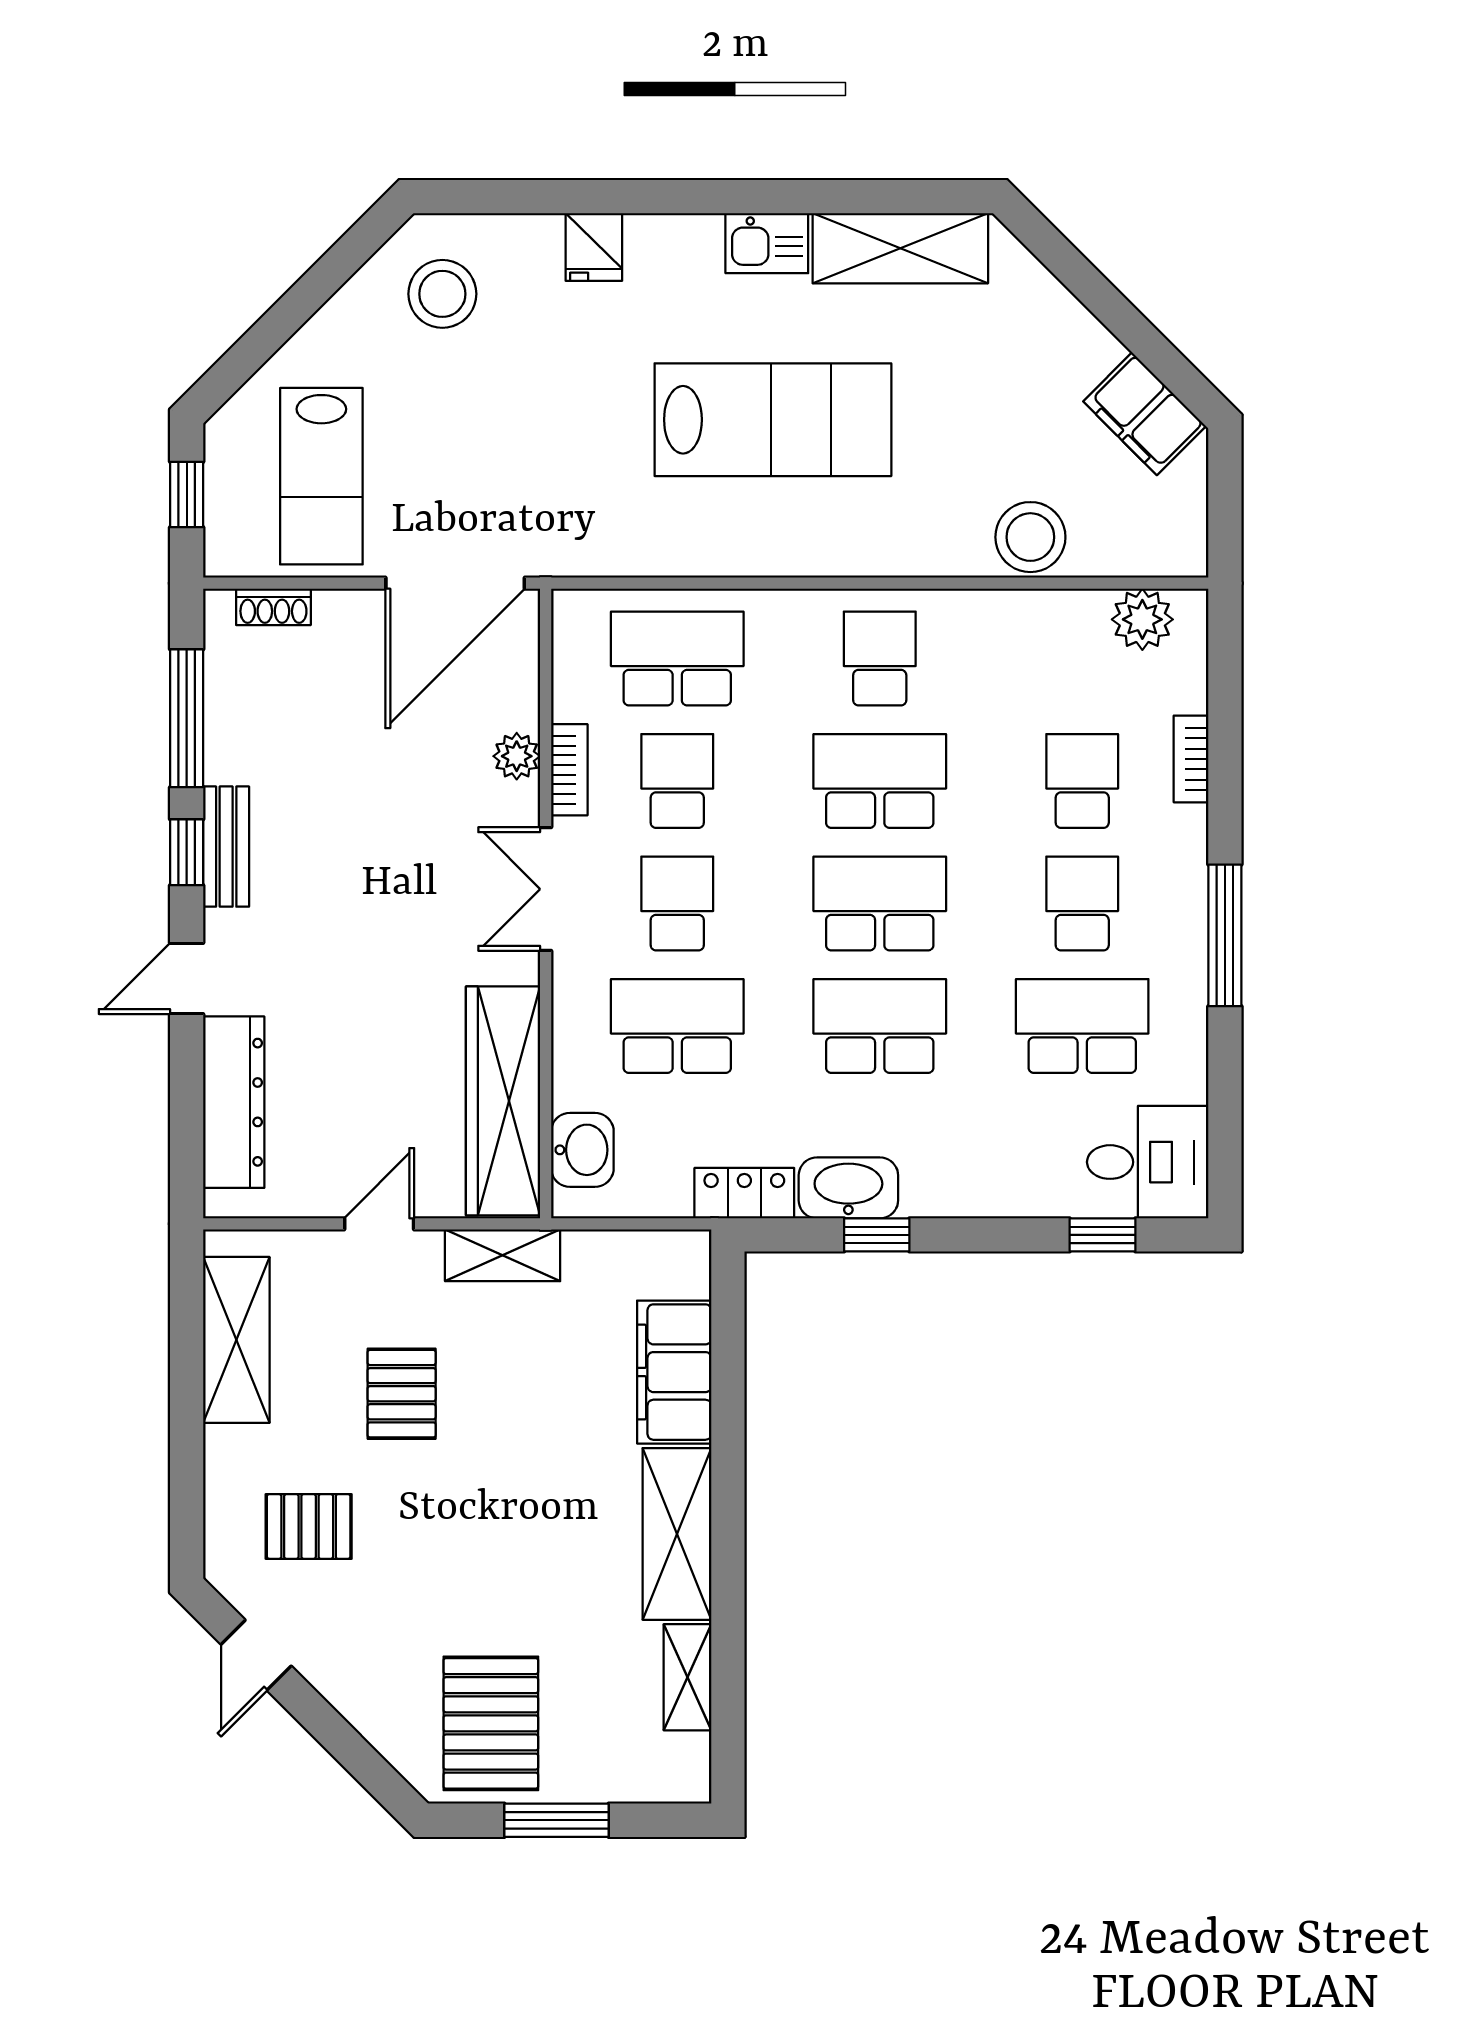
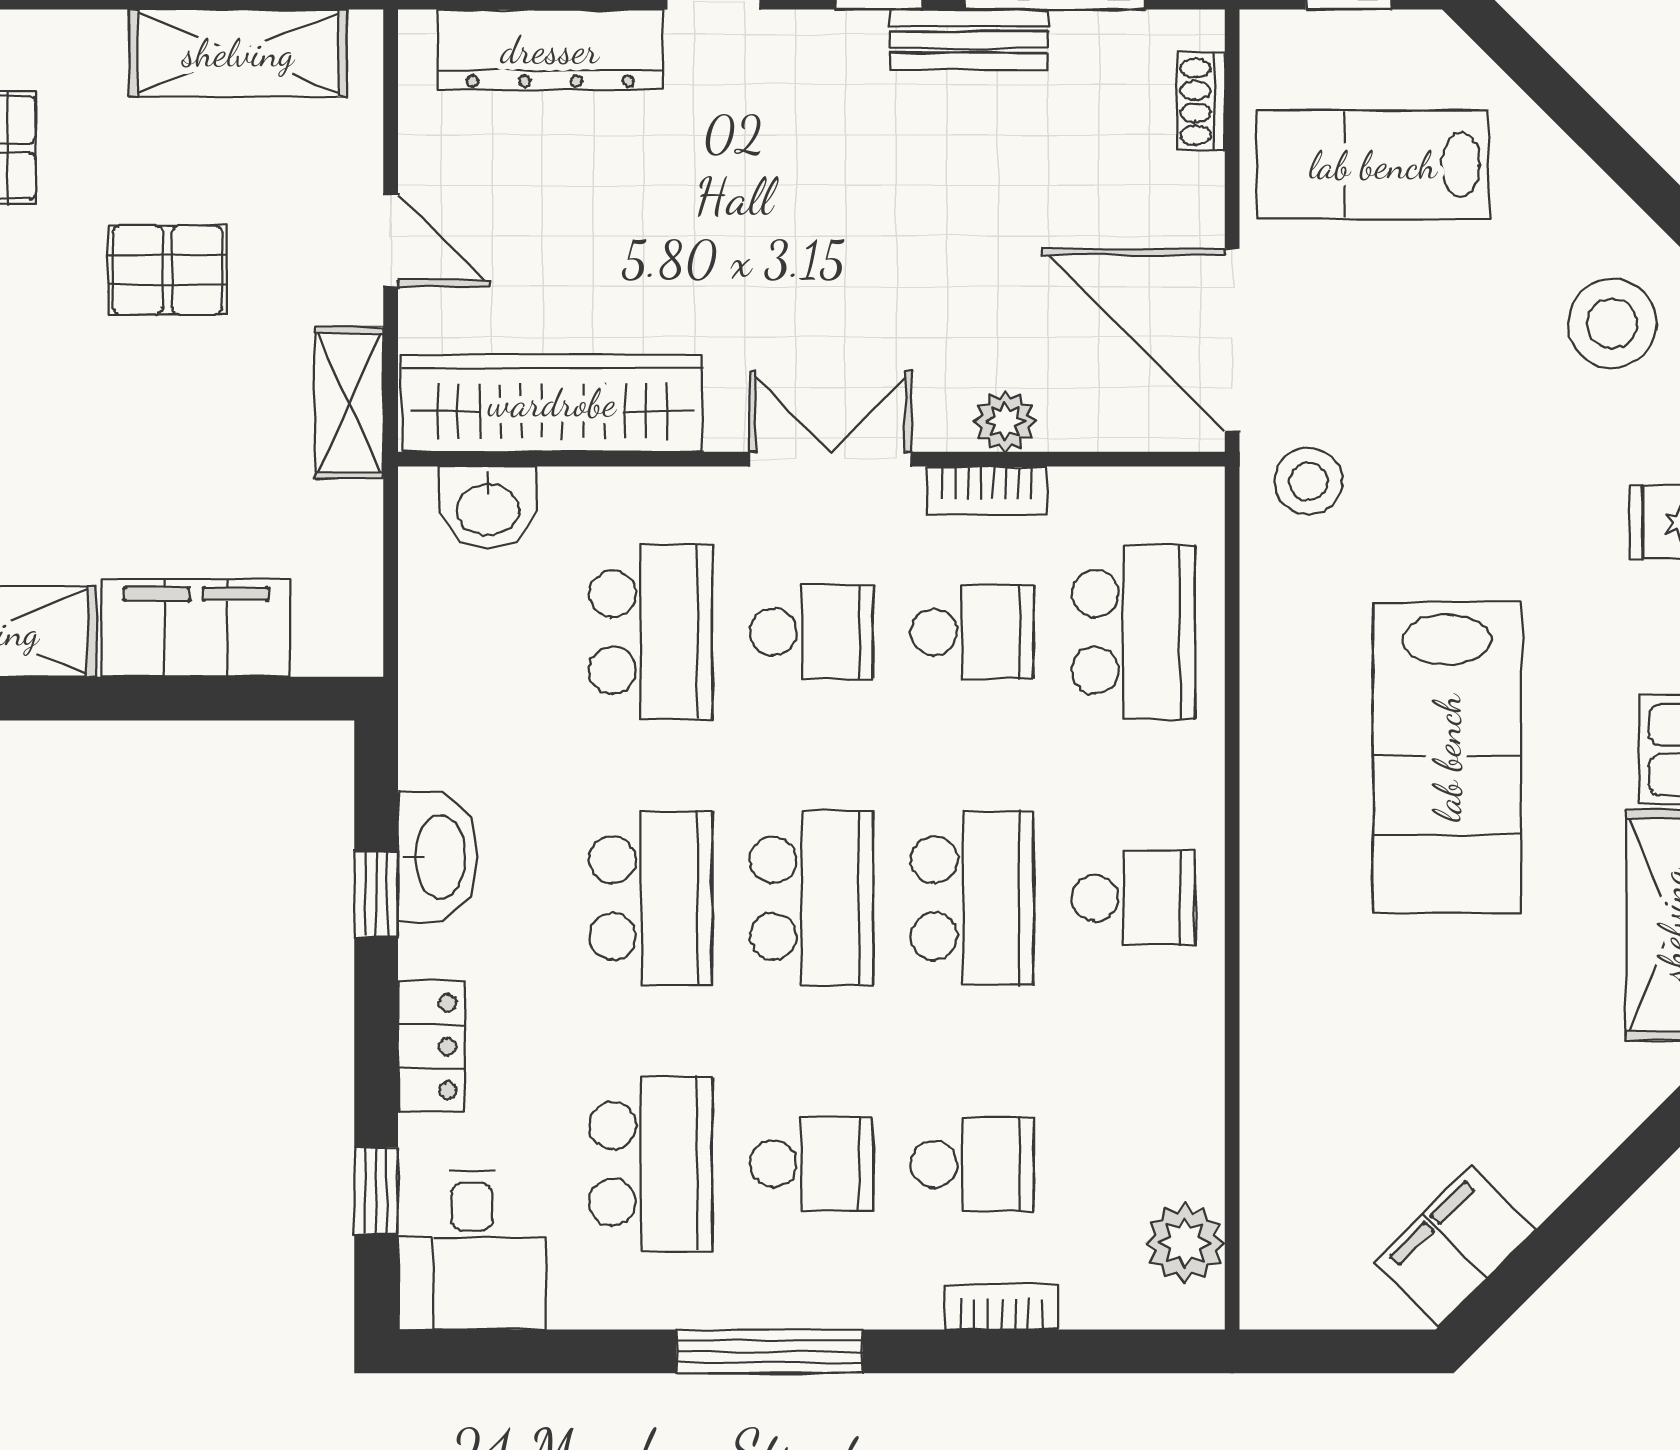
stool: (1030, 537) -> (1308, 481), moved, width x0.73, depth x0.73
bench: (226, 847) -> (969, 40), moved
locker: (744, 1193) -> (431, 1047), moved

